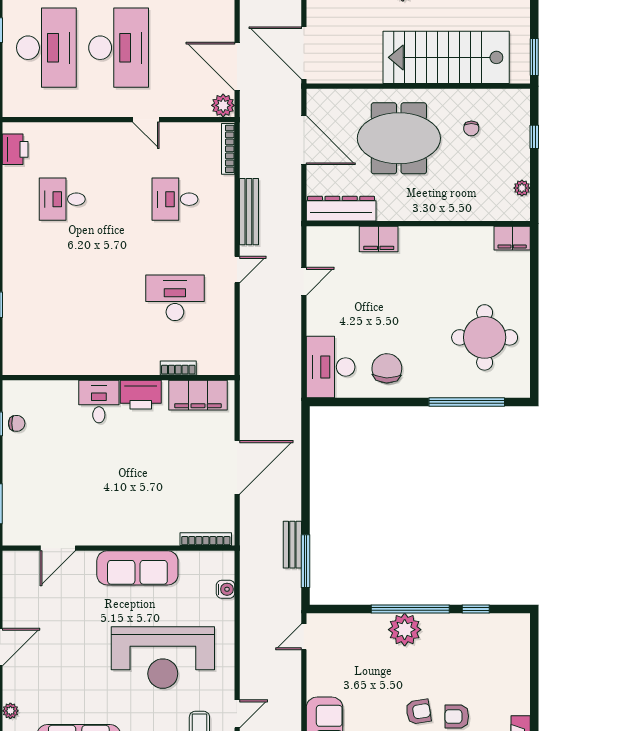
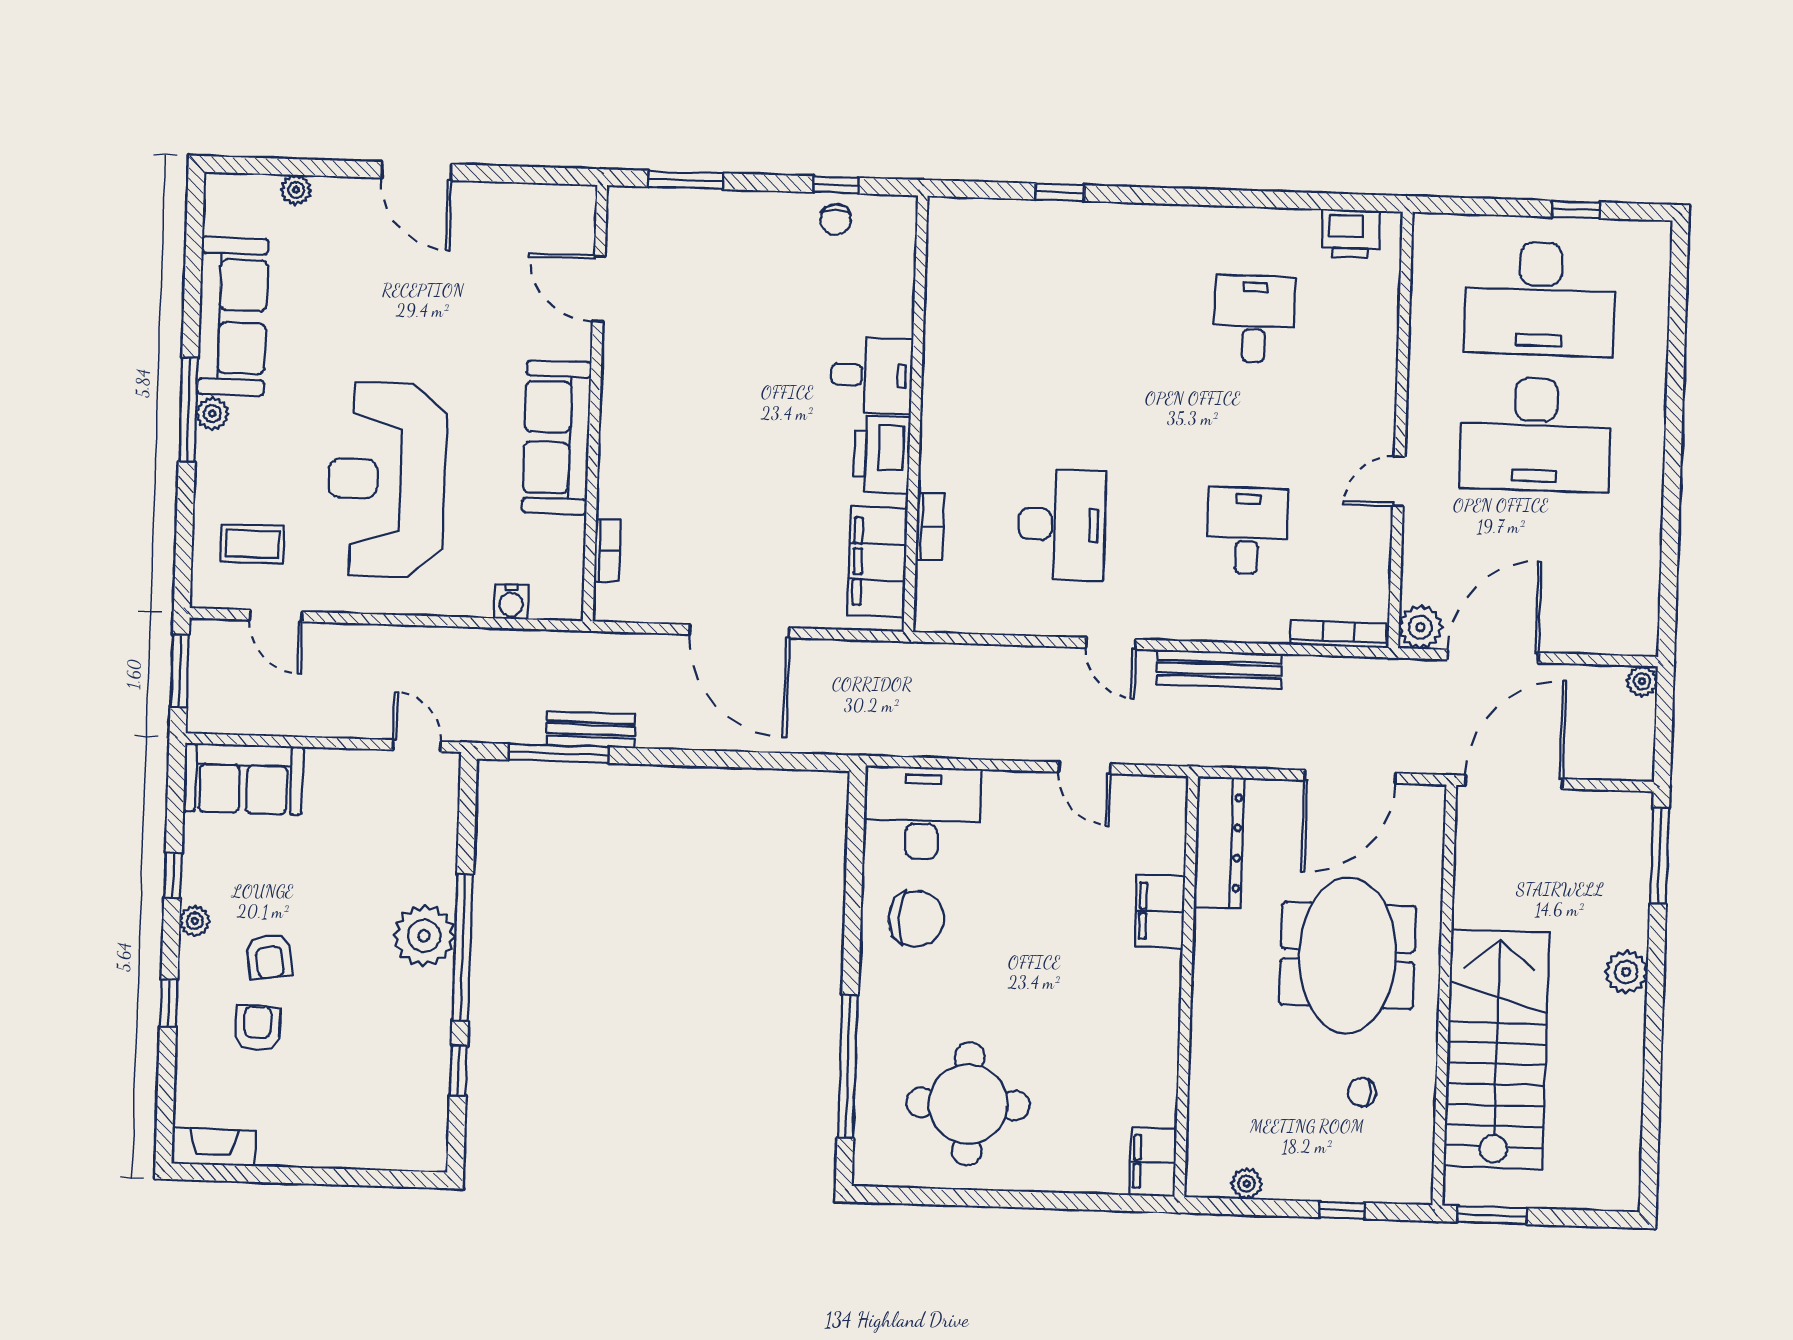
bookcase: (206, 539) -> (607, 550), width x0.64

